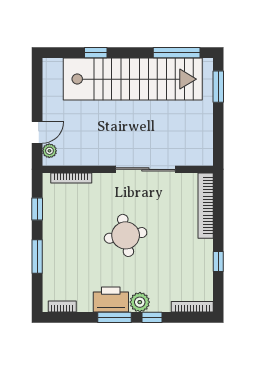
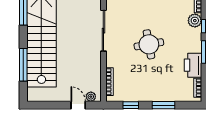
window: (96, 53) -> (23, 65), width x2.17
printer: (111, 300) -> (193, 65), moved
plant: (140, 302) -> (195, 21), moved

